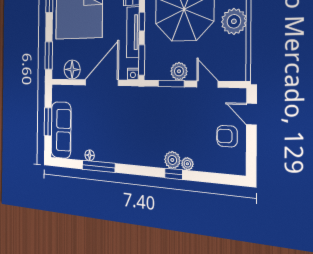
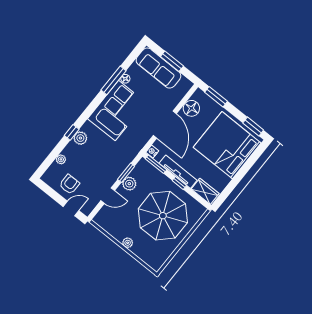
plant: (234, 21) -> (128, 243), width x0.53, depth x0.53
corner sofa: (122, 141) -> (117, 111), added
plant: (187, 164) -> (61, 159), moved

